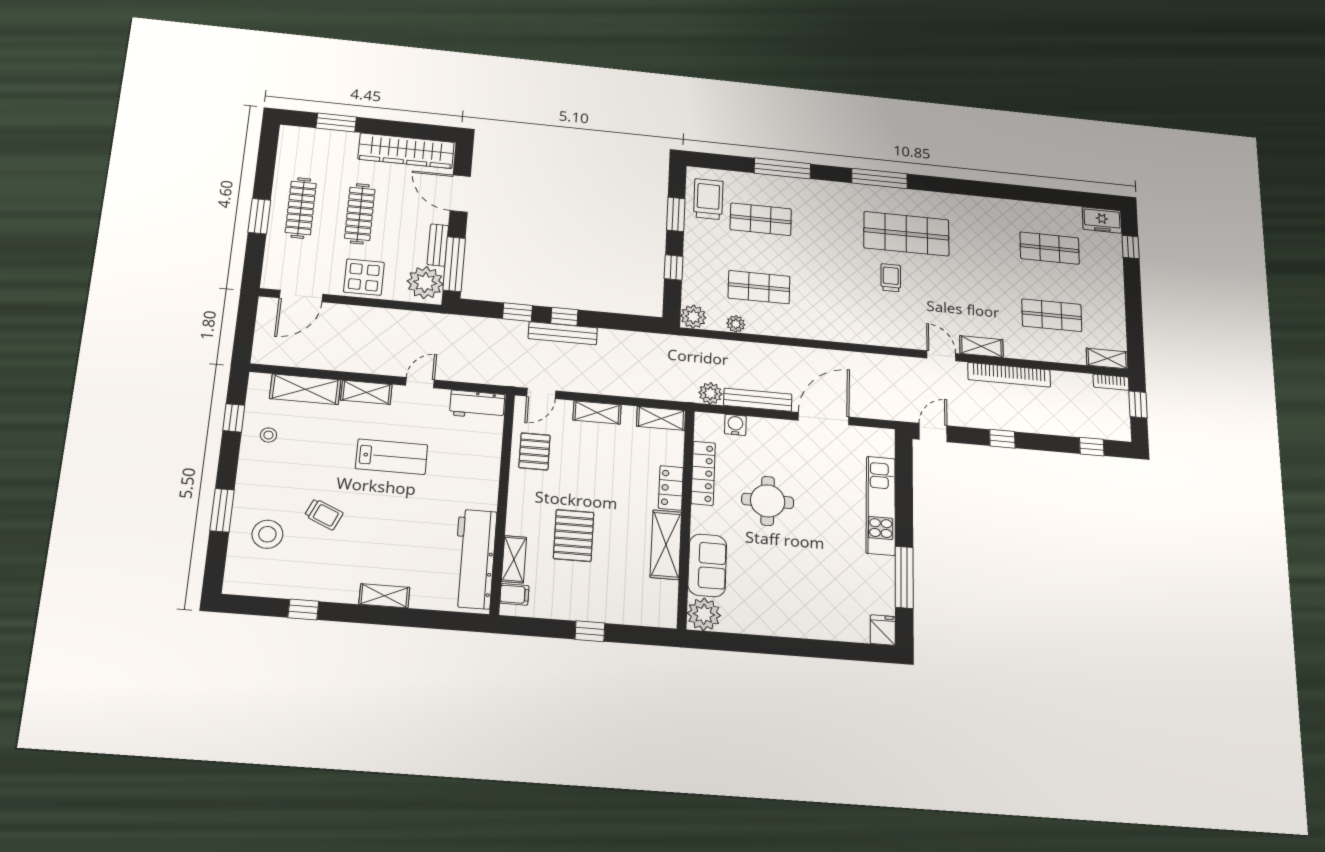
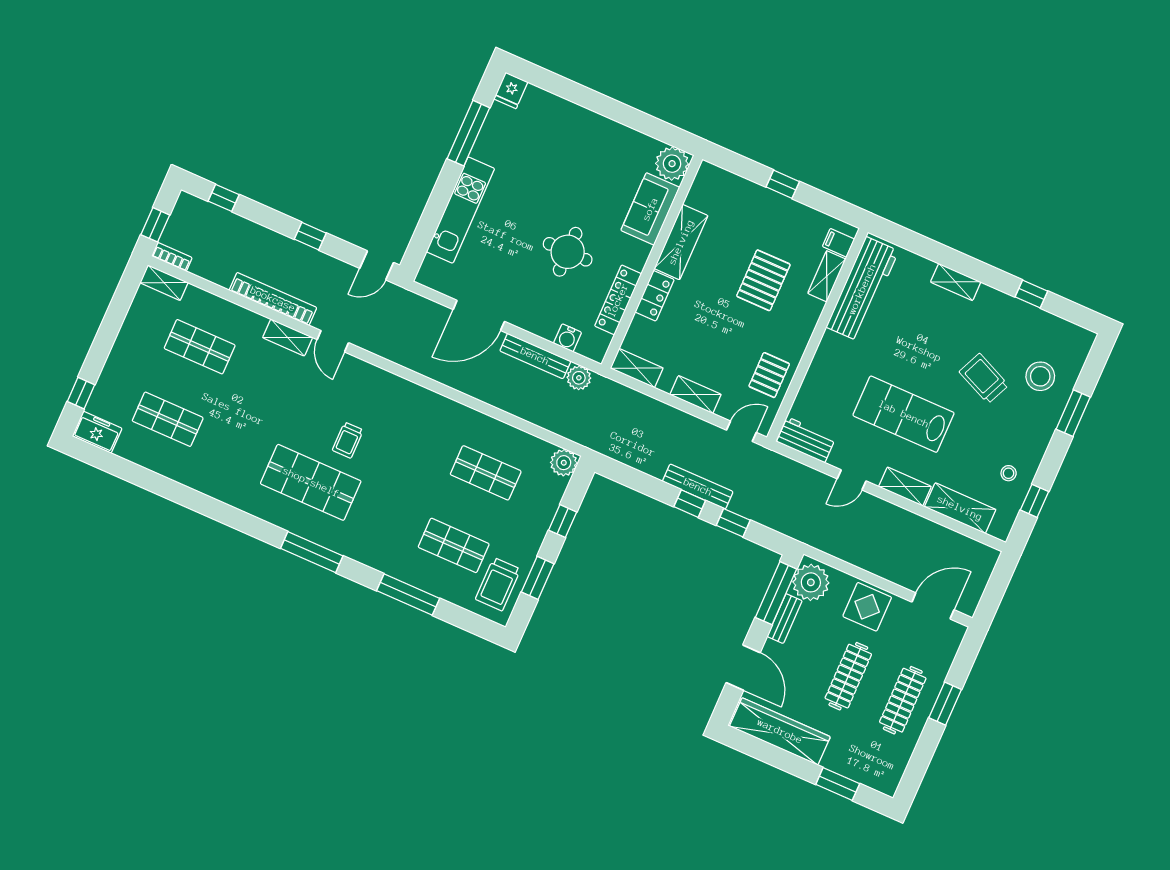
plant: (736, 324) -> (525, 441), removed
lab bench: (392, 457) -> (904, 414), width x1.36, depth x1.39
trolley: (324, 514) -> (984, 378), width x1.36, depth x1.39

